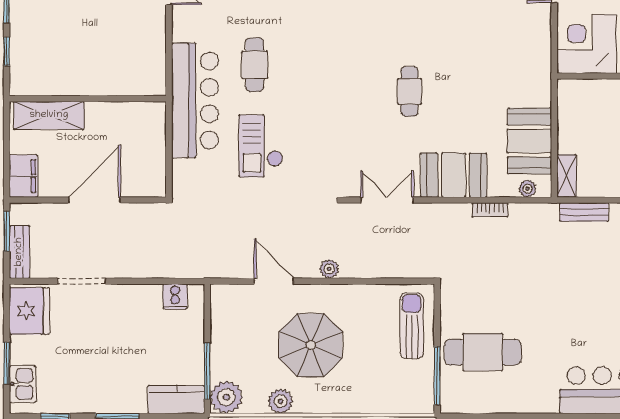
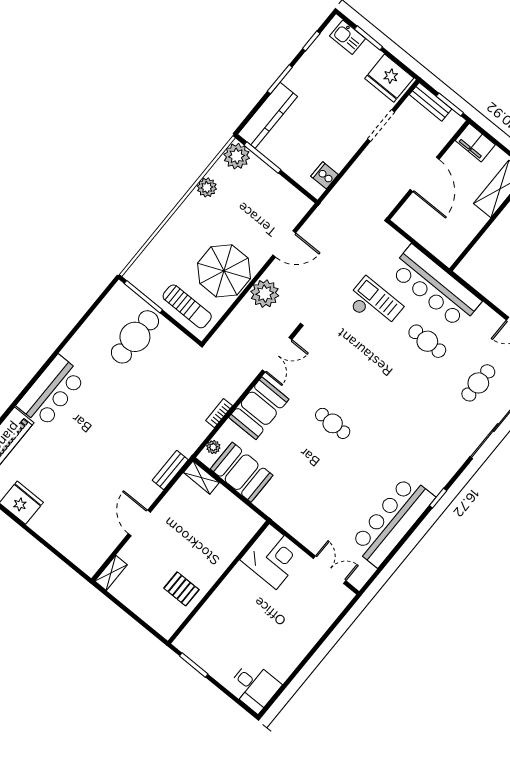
plant: (329, 269) -> (265, 294), width x1.87, depth x1.87
parasol: (311, 345) -> (224, 271), moved
kitchen counter: (176, 400) -> (268, 115), width x1.50

